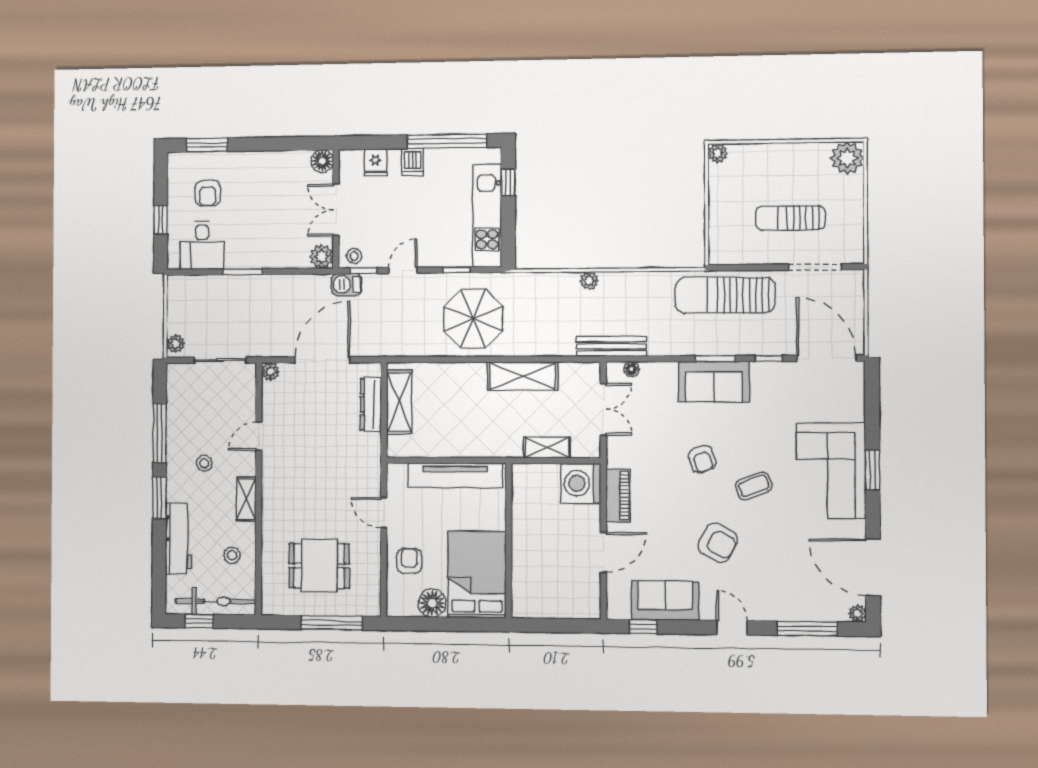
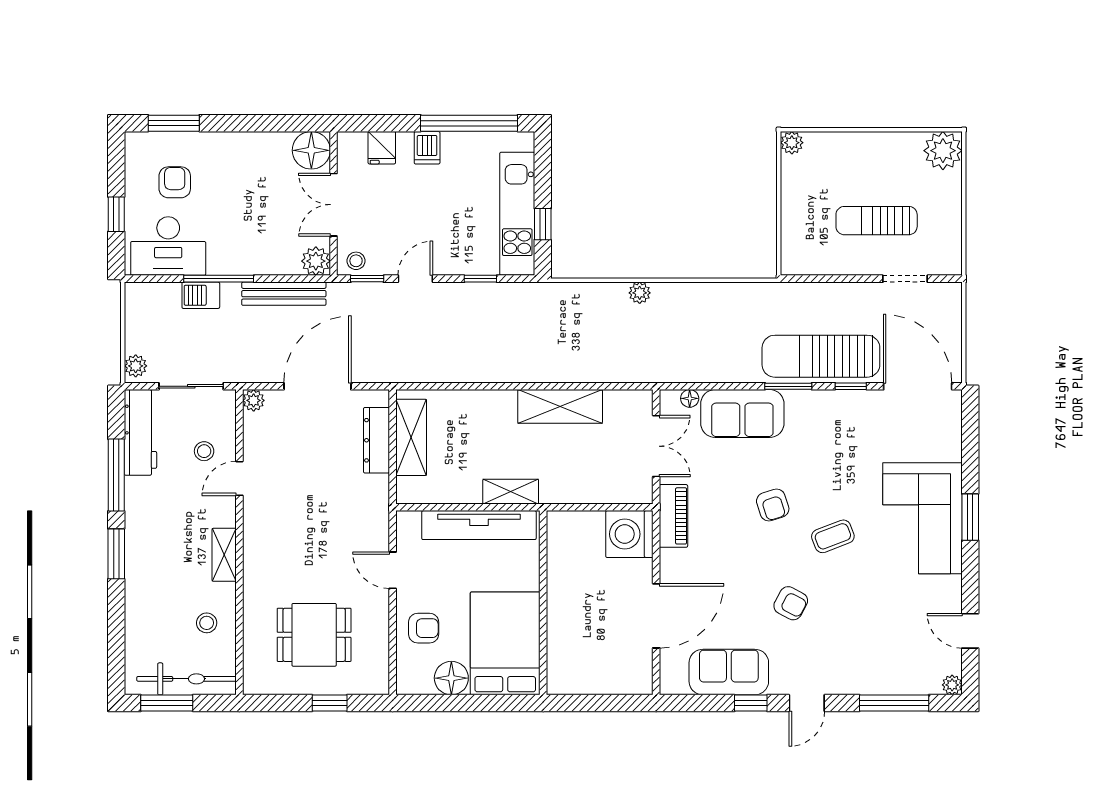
floor lamp: (322, 161) -> (311, 150), width x1.38, depth x1.38
window: (508, 182) -> (543, 224), moved
armchair: (208, 193) -> (175, 182), turned 180
desk: (202, 245) -> (168, 246), width x1.37
doorway: (815, 267) -> (905, 279), width x0.73
window: (243, 272) -> (219, 279), width x1.44
barbecue: (347, 285) -> (201, 295), moved
sun lounger: (725, 295) -> (821, 356), moved
parasol: (473, 319) -> (501, 338), removed
bench: (611, 346) -> (284, 294), moved
sofa: (714, 382) -> (742, 414), moved
shelving: (547, 447) -> (511, 492), moved
stool: (204, 463) -> (204, 451), moved
piano: (618, 495) -> (673, 516), moved
workbench: (179, 539) -> (140, 432), moved
armchair: (718, 543) -> (791, 603), width x0.72, depth x0.72
door: (603, 552) -> (656, 616), width x1.36
armchair: (409, 561) -> (424, 628), turned 90
door: (873, 567) -> (970, 631), width x0.53
window: (199, 621) -> (167, 703), width x1.50
window: (332, 623) -> (330, 703), width x0.46
window: (643, 627) -> (751, 703), moved
door: (732, 628) -> (807, 703), swing flipped

